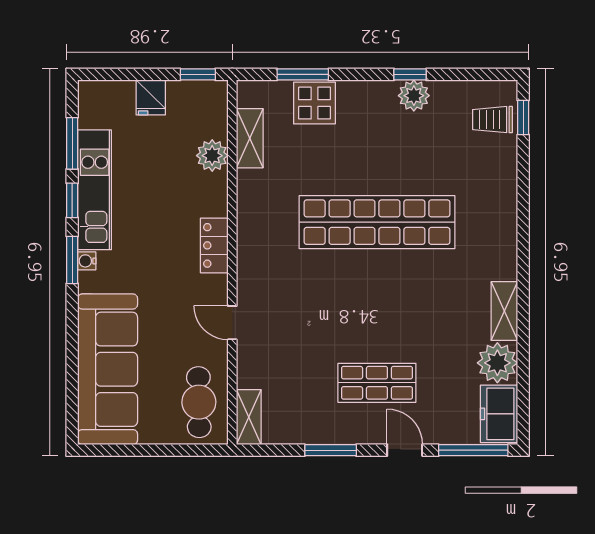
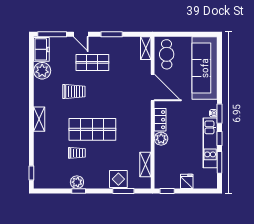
trolley: (492, 120) -> (77, 153), moved
plant: (212, 156) -> (161, 139), moved
shop shelf: (377, 222) -> (92, 129), width x0.71
shelving: (504, 311) -> (39, 119), moved
trolley: (421, 313) -> (74, 91), added
door: (232, 323) -> (153, 87), width x1.87

